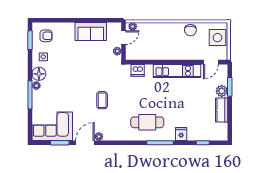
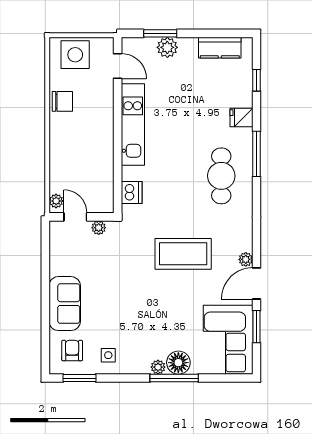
sofa: (91, 31) -> (65, 304), moved
floor lamp: (39, 74) -> (178, 363), moved
coffee table: (102, 100) -> (183, 254), width x1.86, depth x1.72
kitchen counter: (222, 110) -> (220, 48), moved
door: (85, 143) -> (256, 283), hinge flipped

